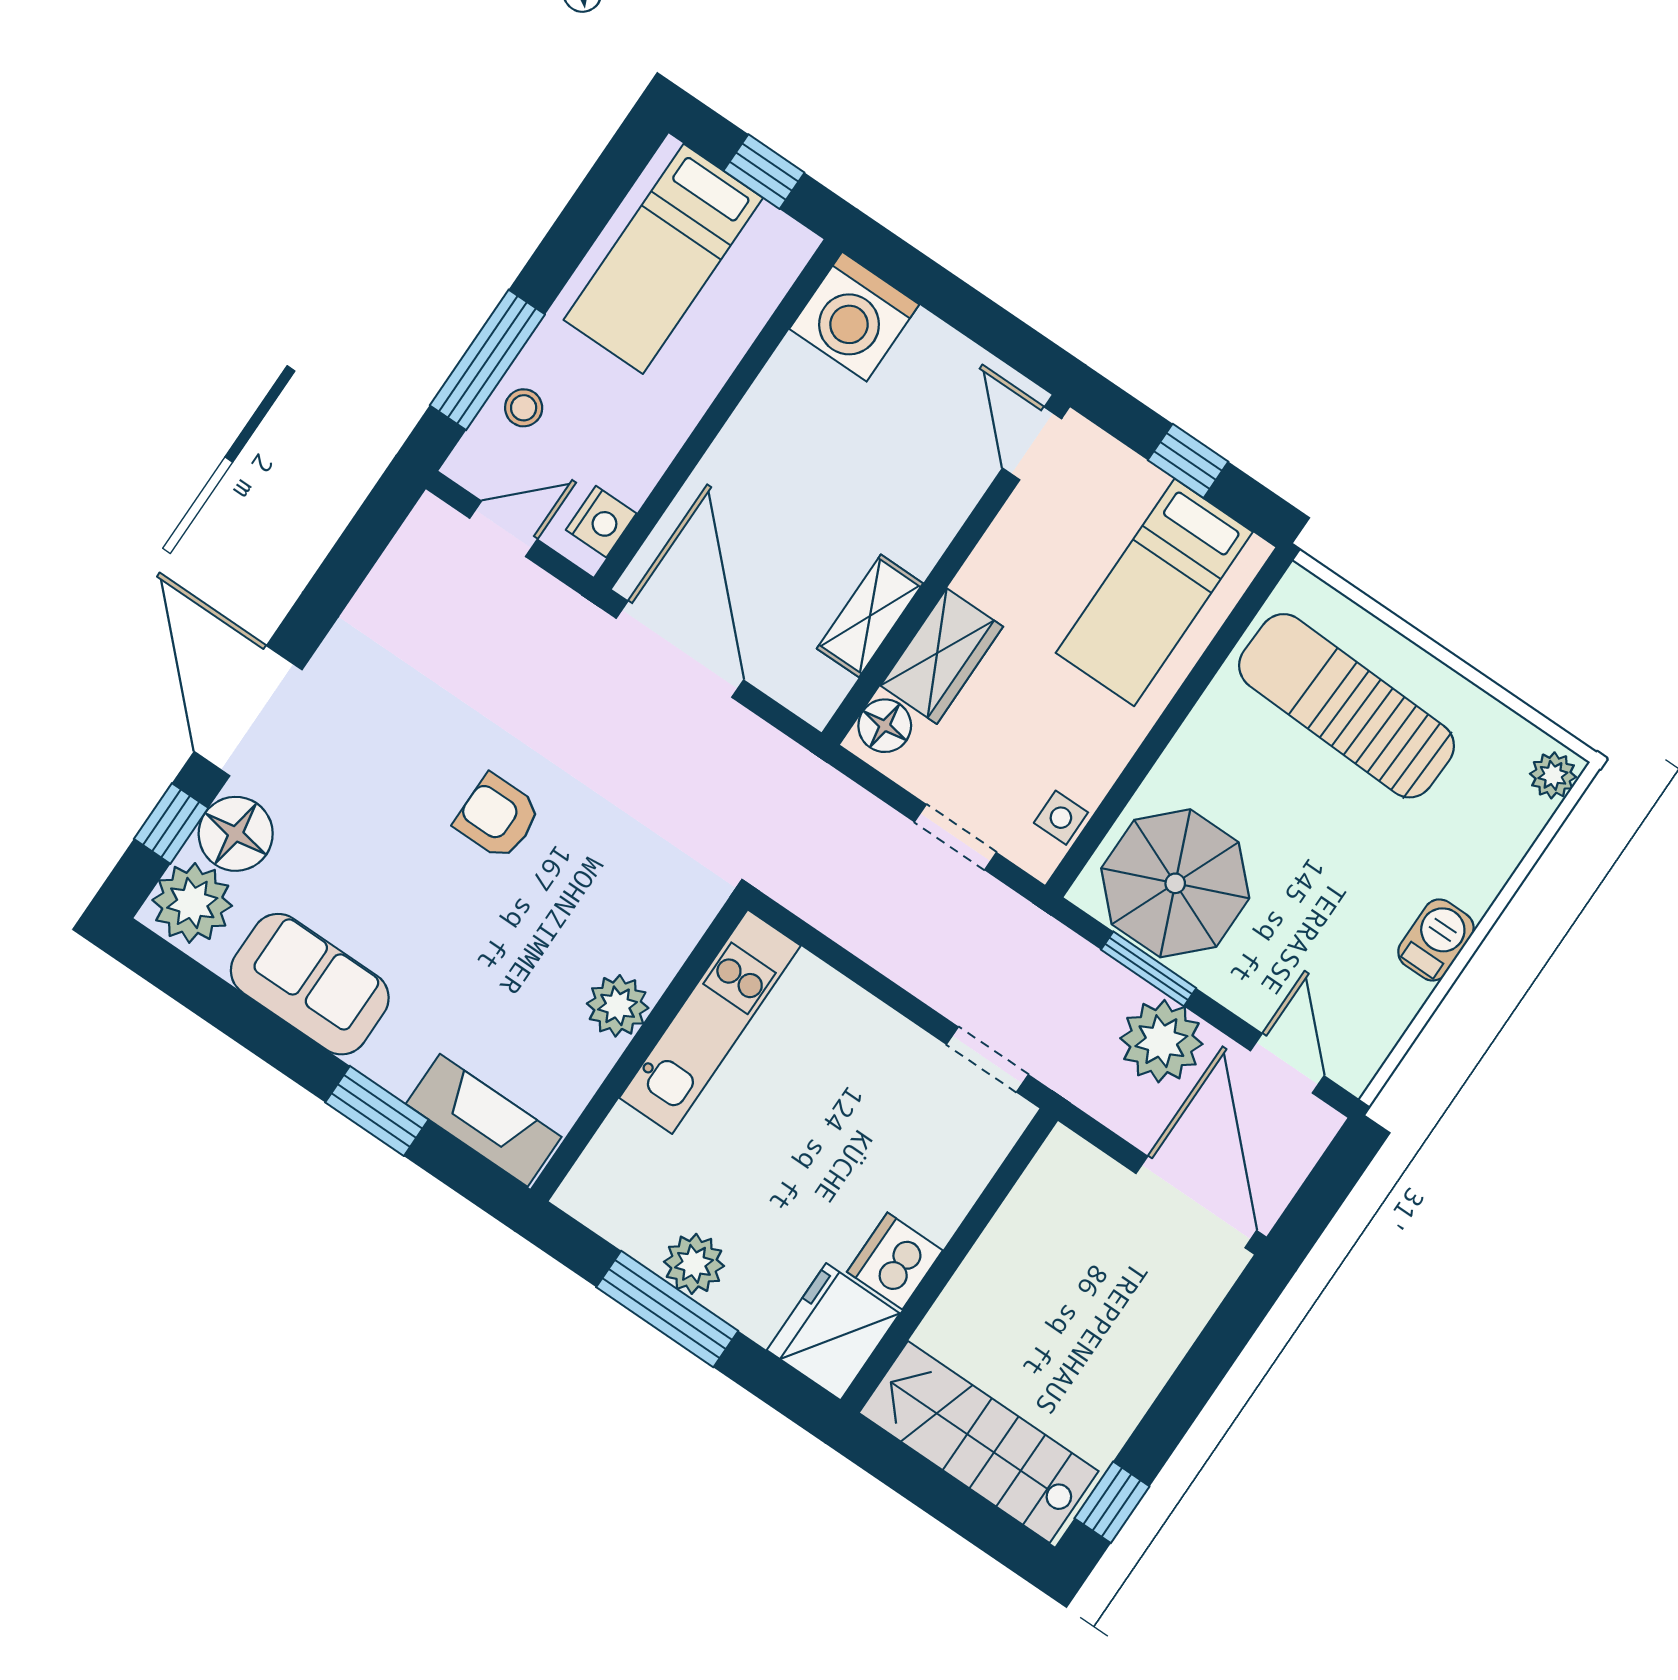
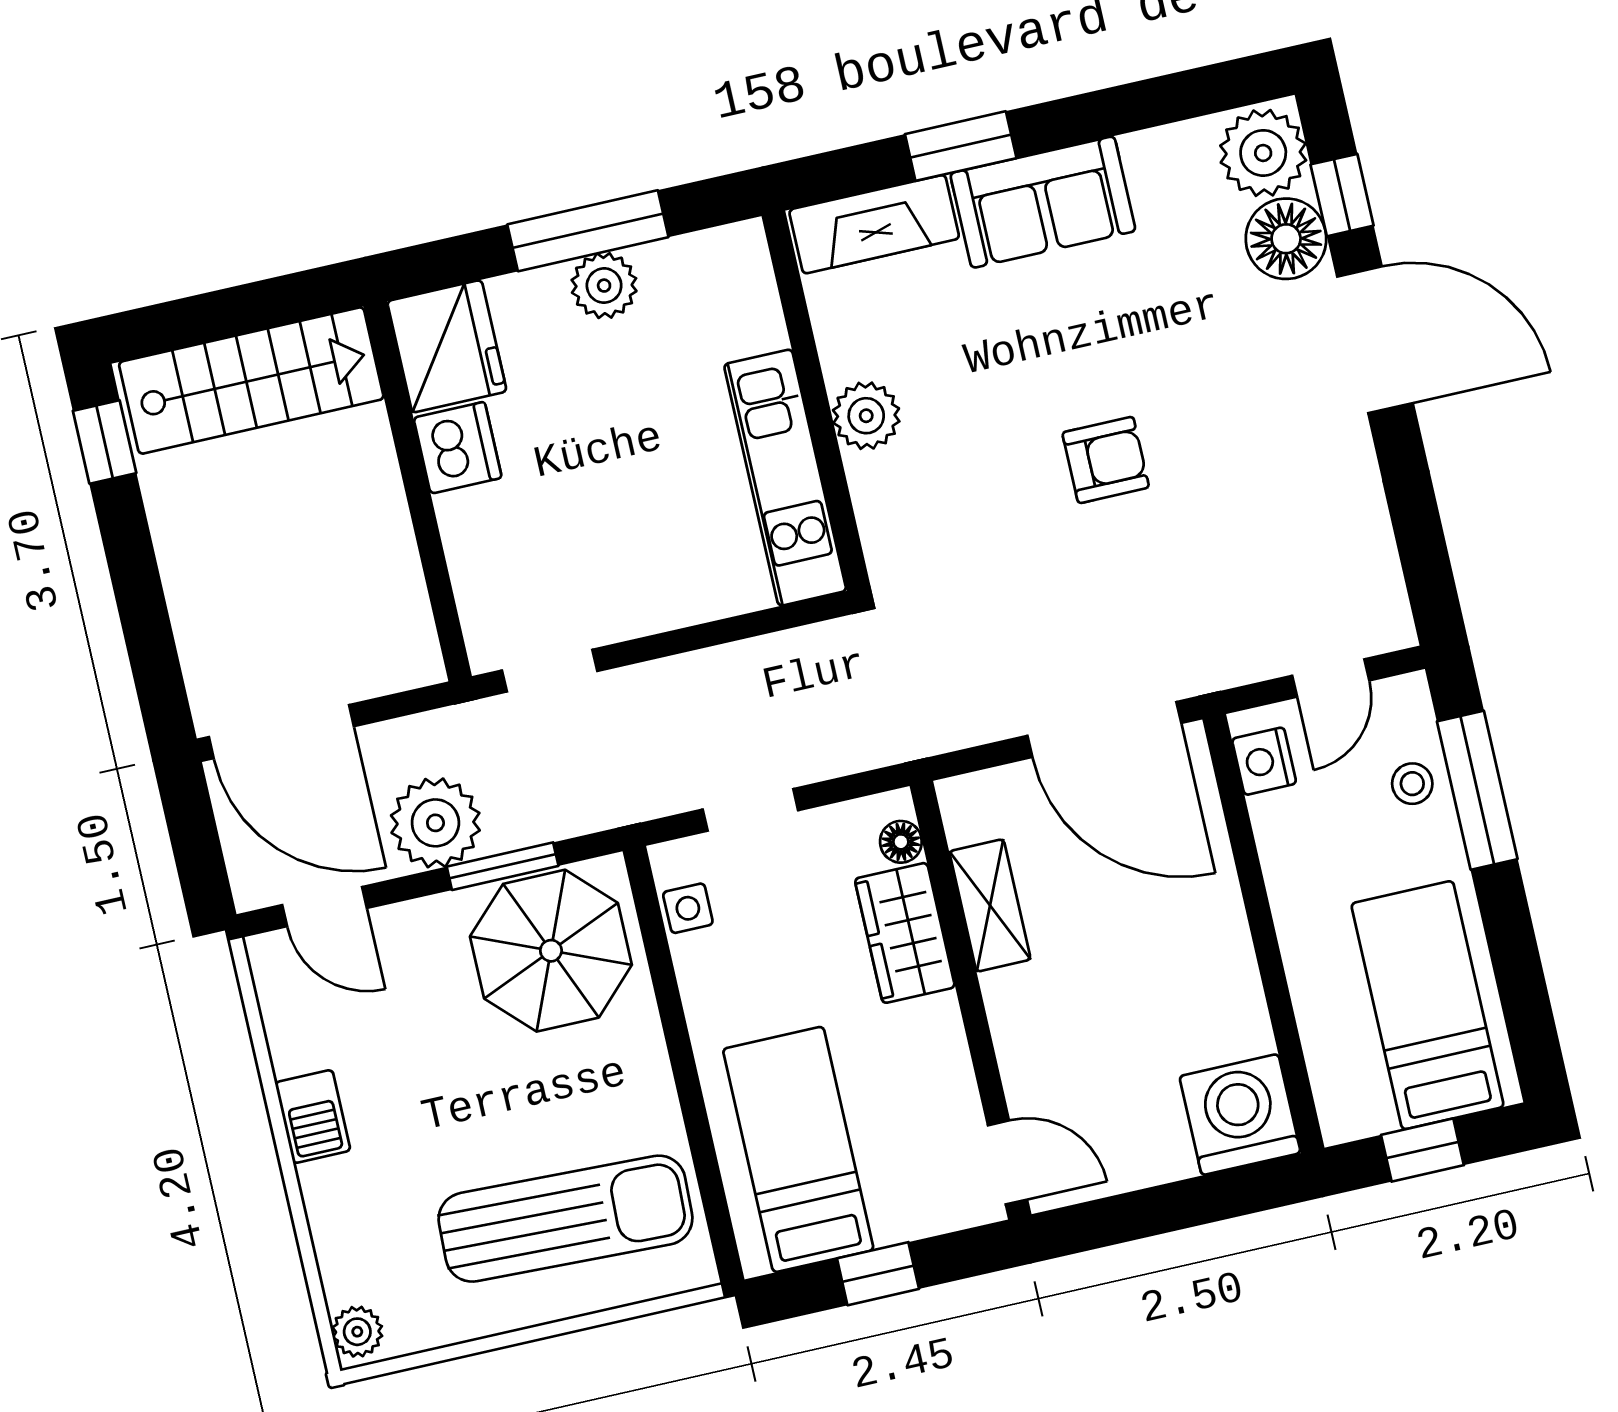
floor lamp: (885, 726) -> (901, 842), width x0.73, depth x0.73
sofa: (310, 984) -> (1043, 202), moved

